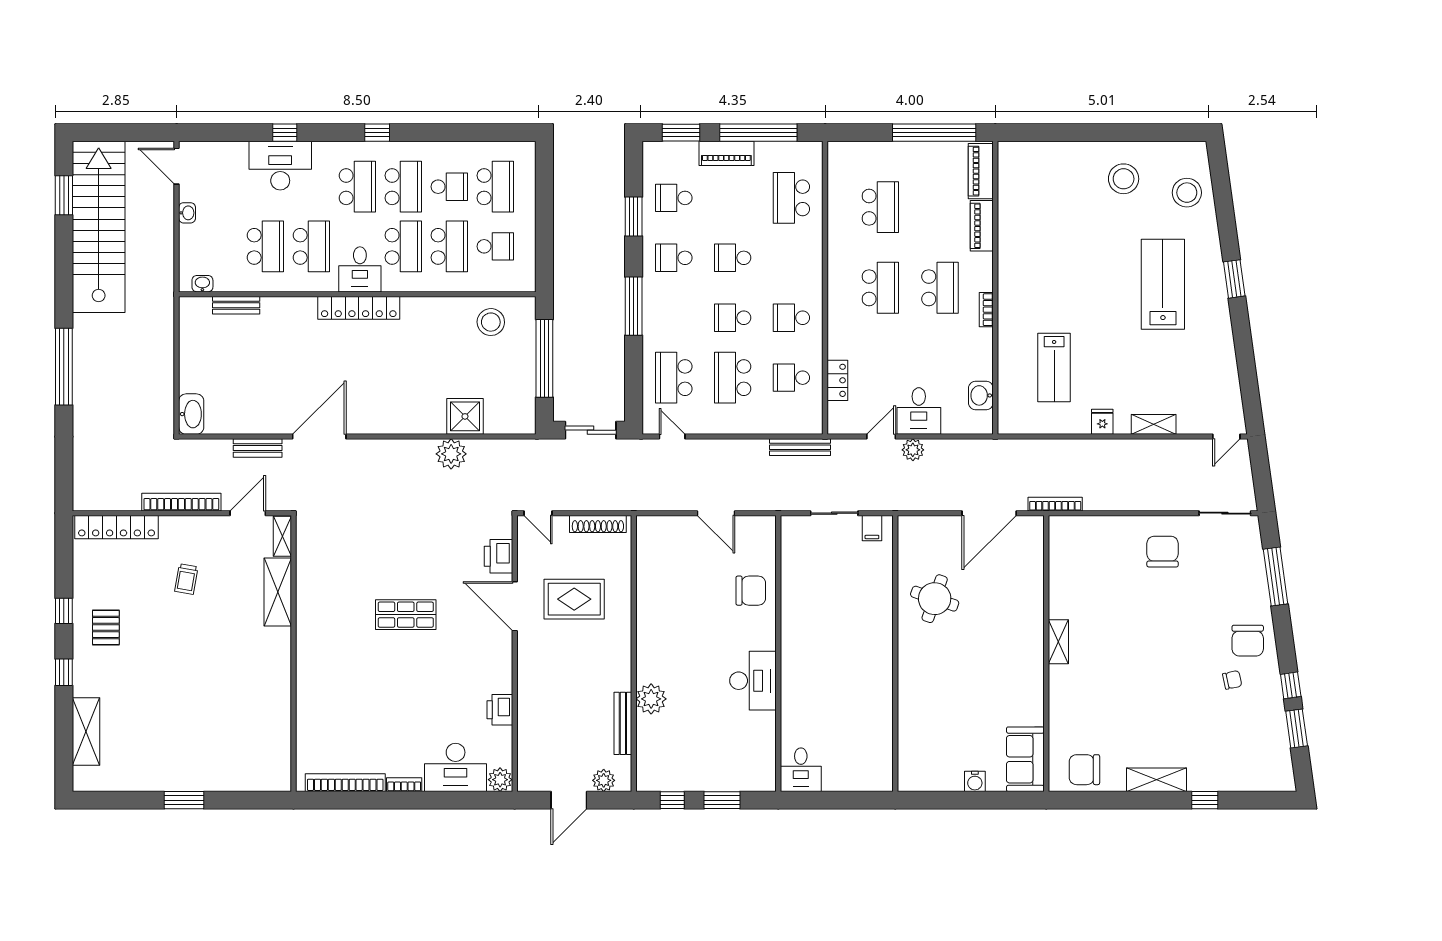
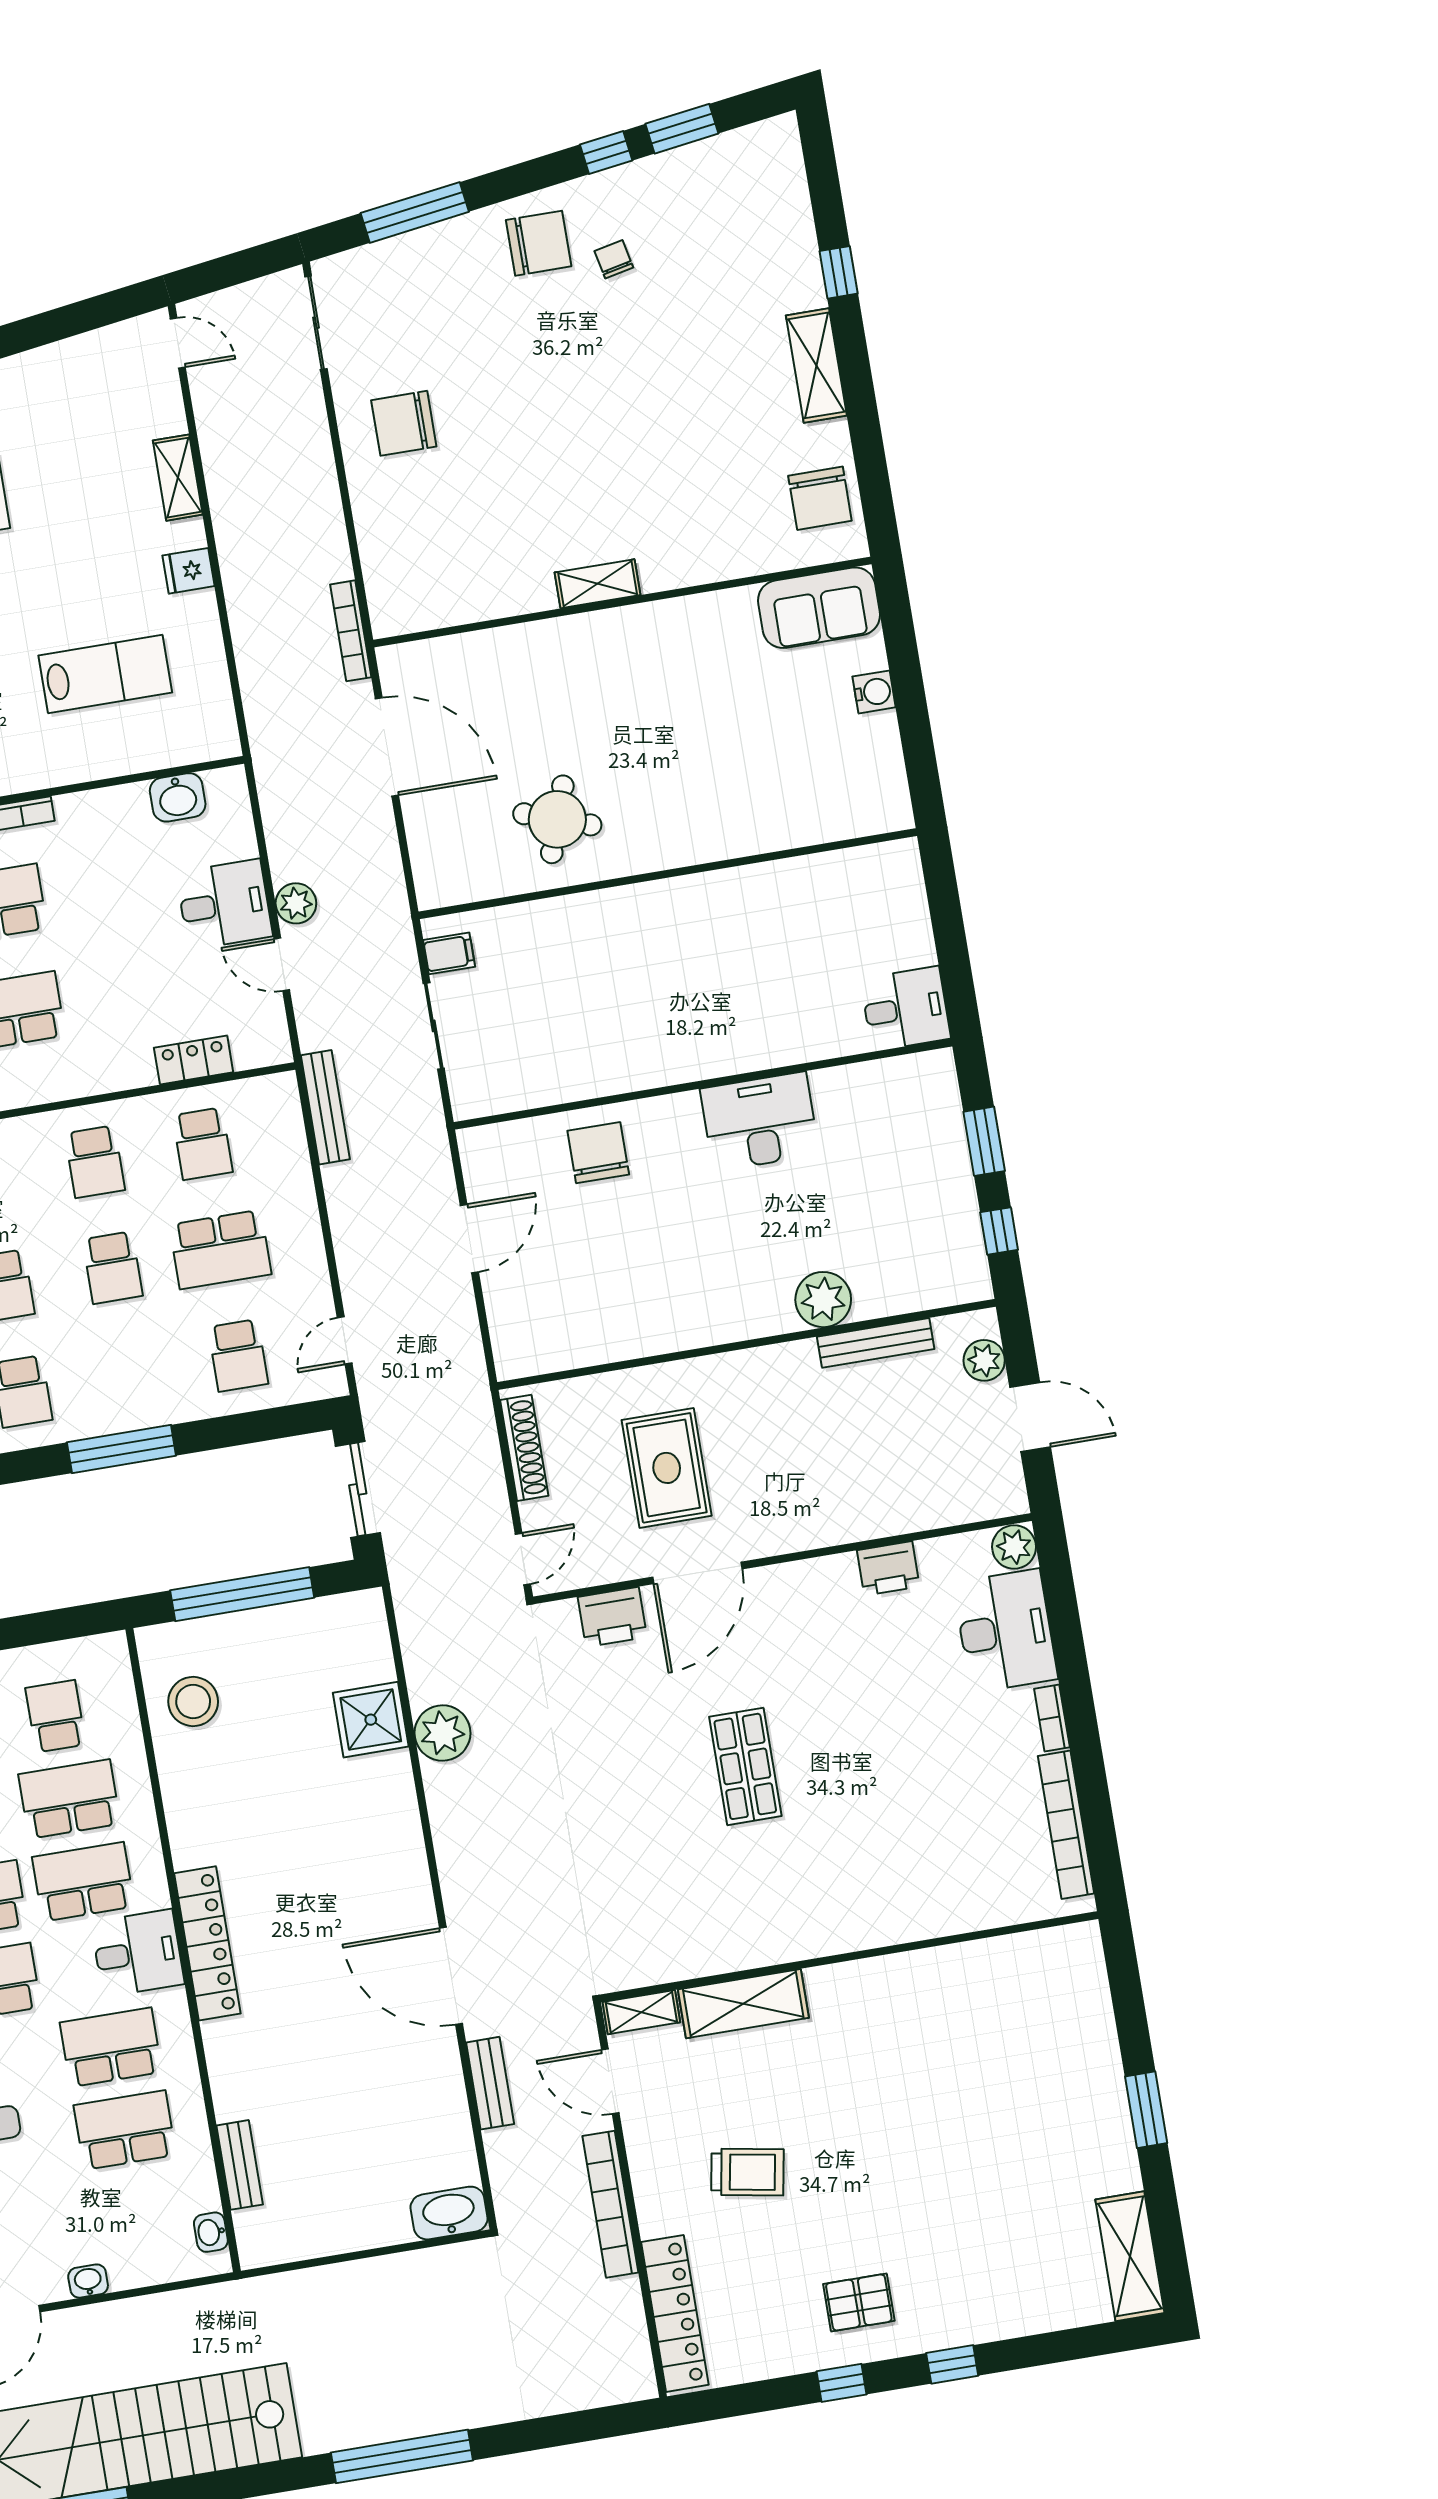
school desk: (674, 378) -> (238, 1355), width x0.54
trolley: (186, 579) -> (747, 2172), width x1.36, depth x1.39
shelving: (86, 731) -> (1130, 2256), moved, turned 90

